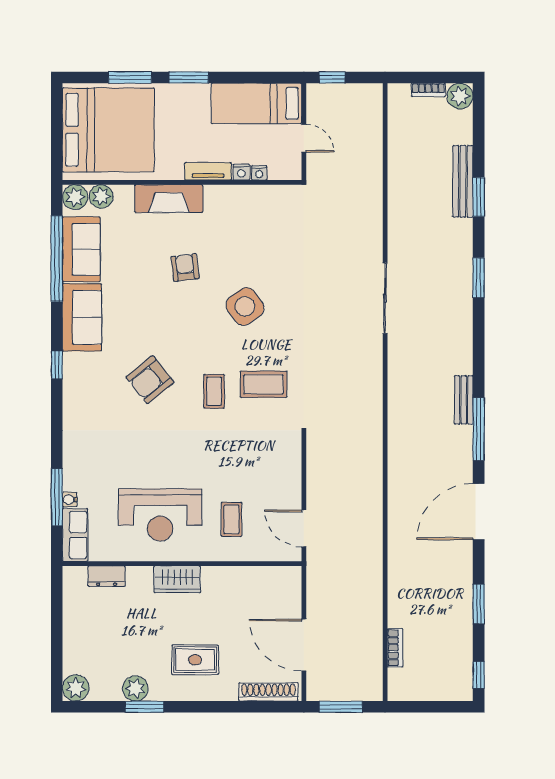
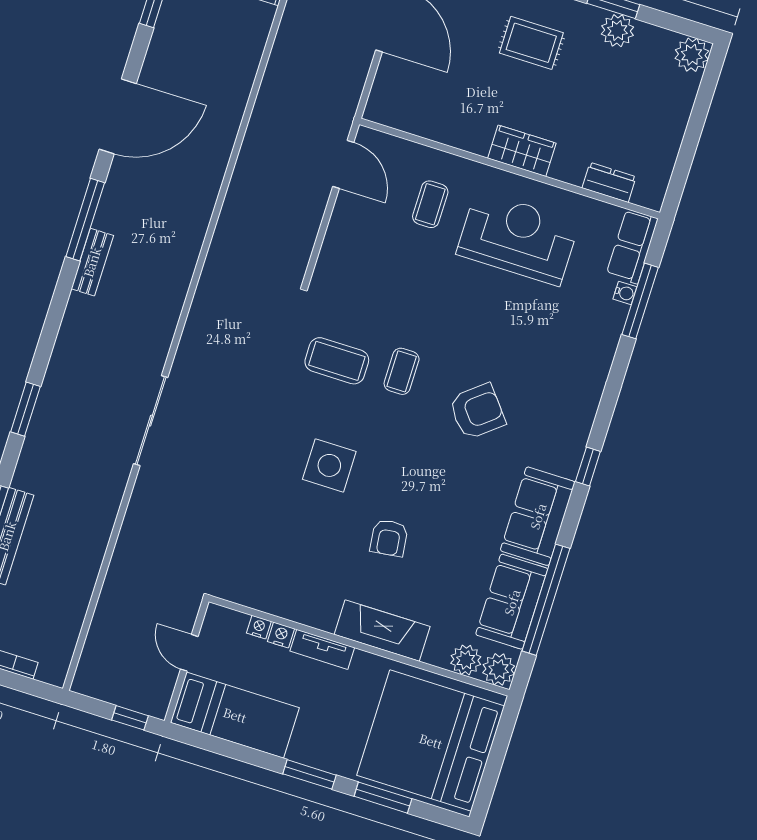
side table: (245, 306) -> (329, 465), turned 36

